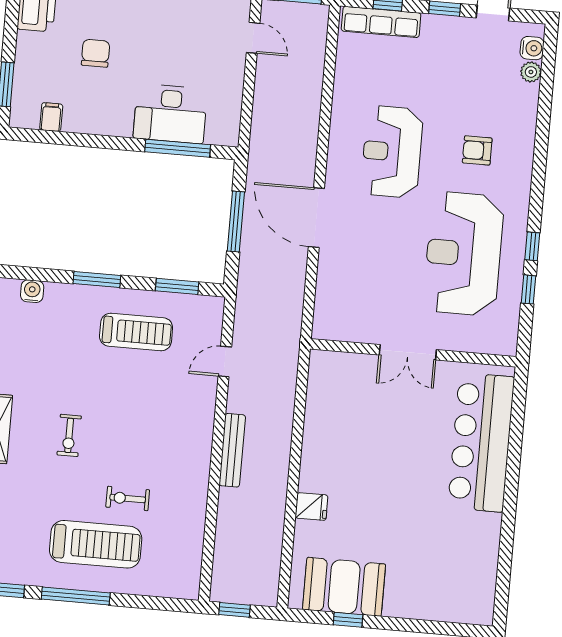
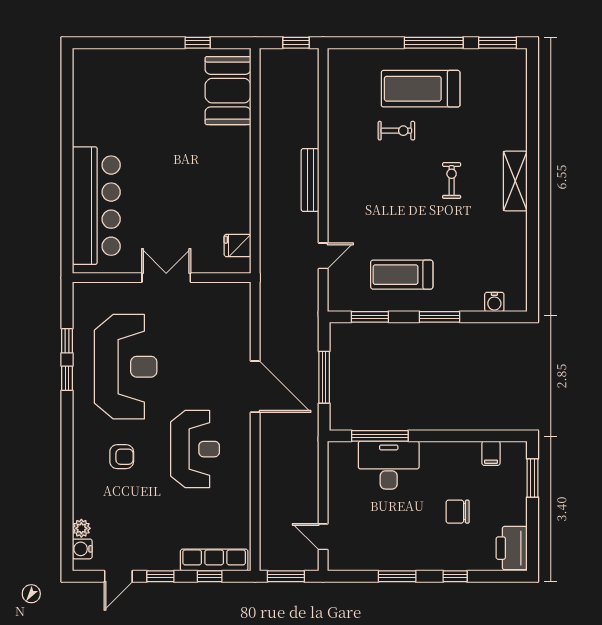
chair: (96, 53) -> (458, 512), turned 90
fridge: (312, 507) -> (238, 245), moved
booth: (344, 587) -> (228, 91), moved, turned 90

